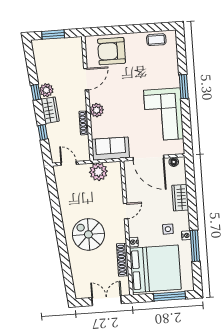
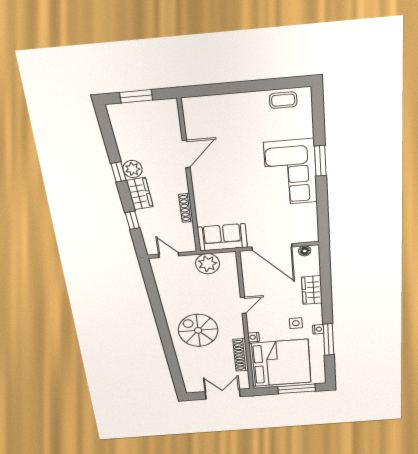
armchair: (111, 51) -> (220, 117), removed
plant: (97, 110) -> (202, 192), removed
corner sofa: (164, 115) -> (291, 172), moved

